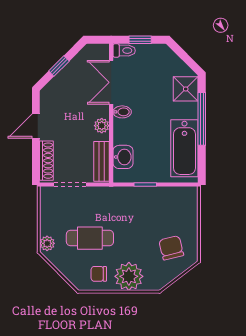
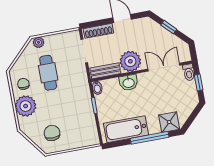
bidet: (122, 112) -> (97, 88), moved
plant: (102, 126) -> (130, 61), width x1.88, depth x1.88
washbasin: (123, 157) -> (129, 83), moved
chair: (171, 248) -> (52, 133), turned -76

